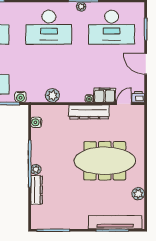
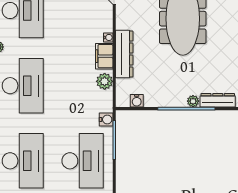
filing cabinet: (105, 95) -> (104, 56), moved
dresser: (89, 112) -> (124, 54), moved

